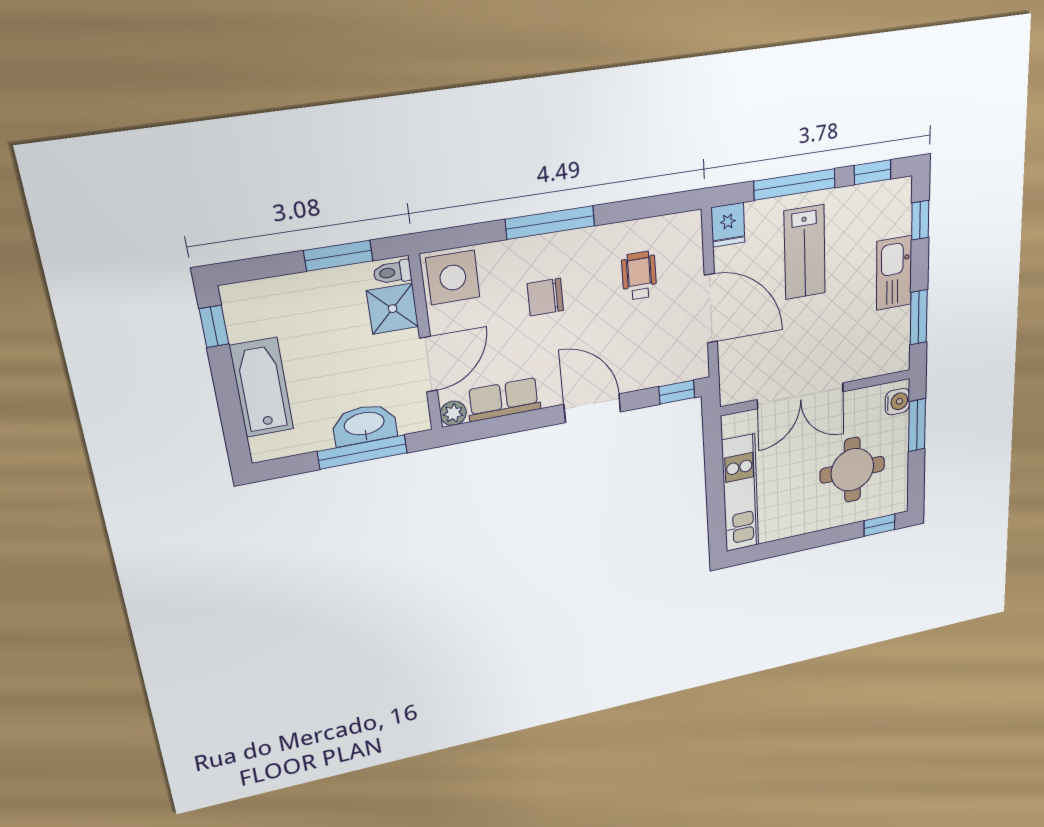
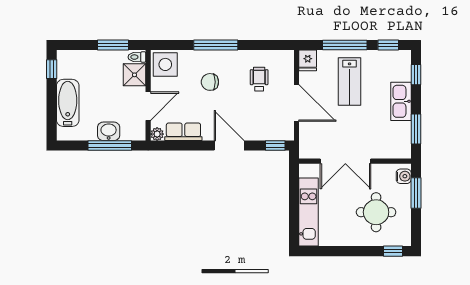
washbasin: (364, 425) -> (109, 131), width x0.72

